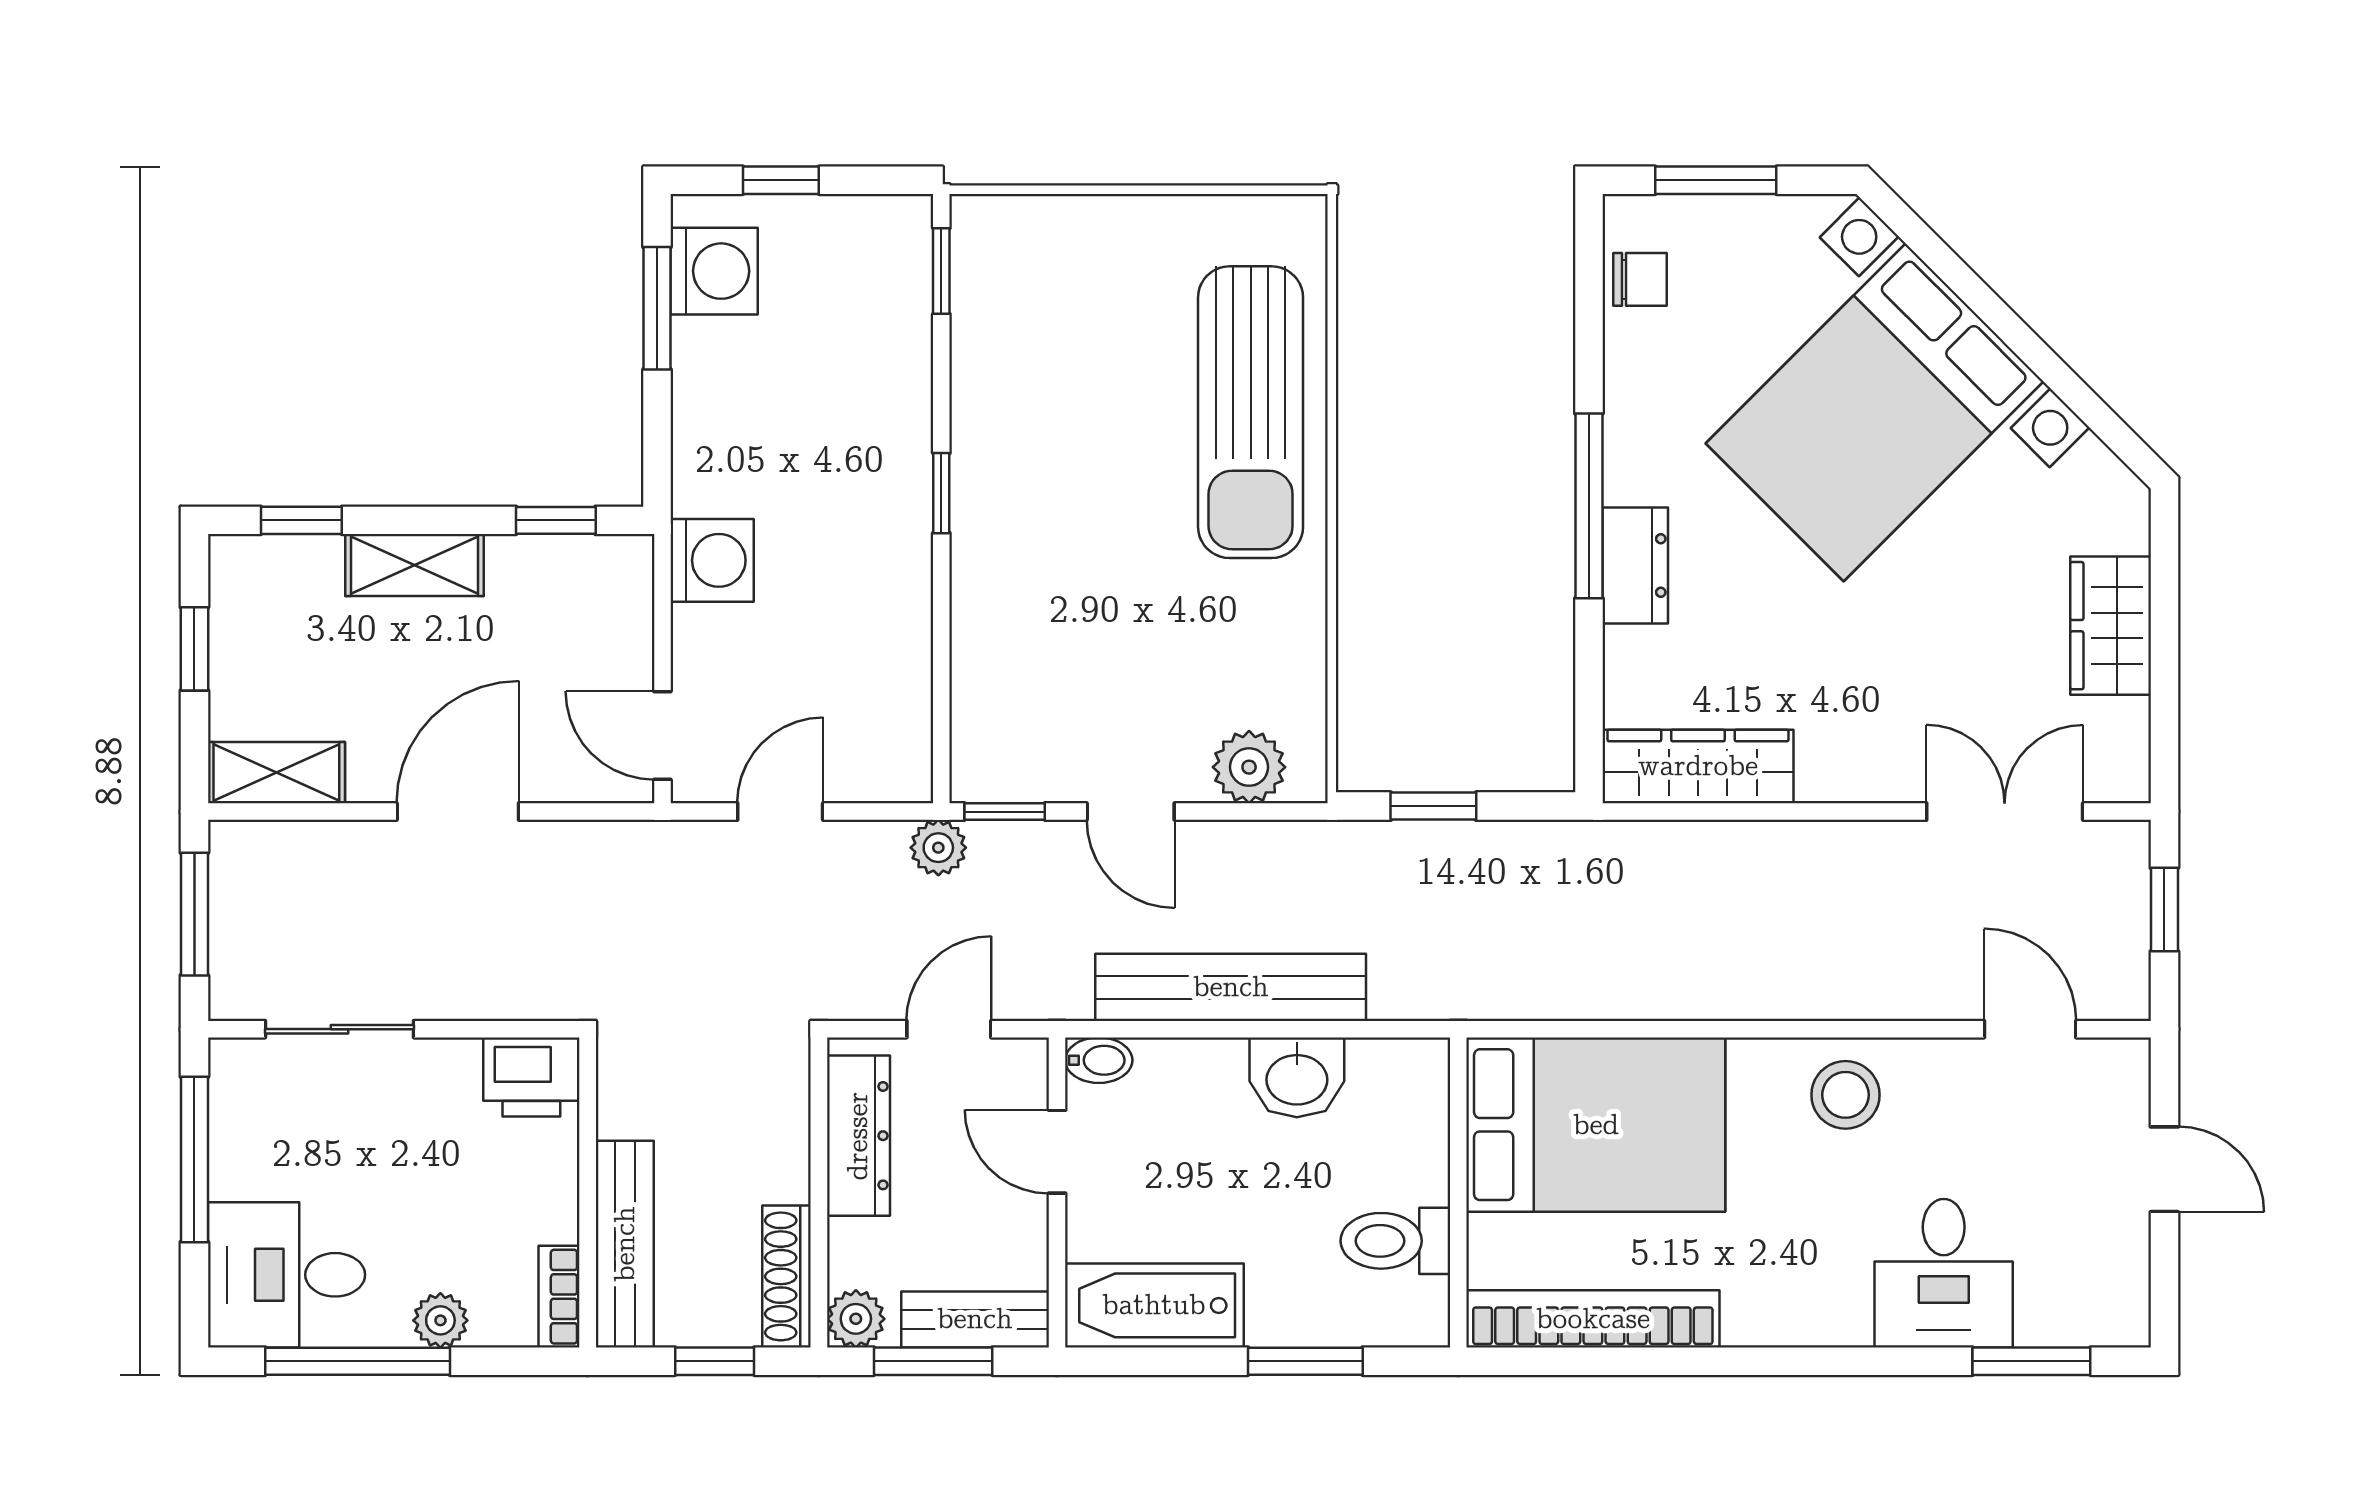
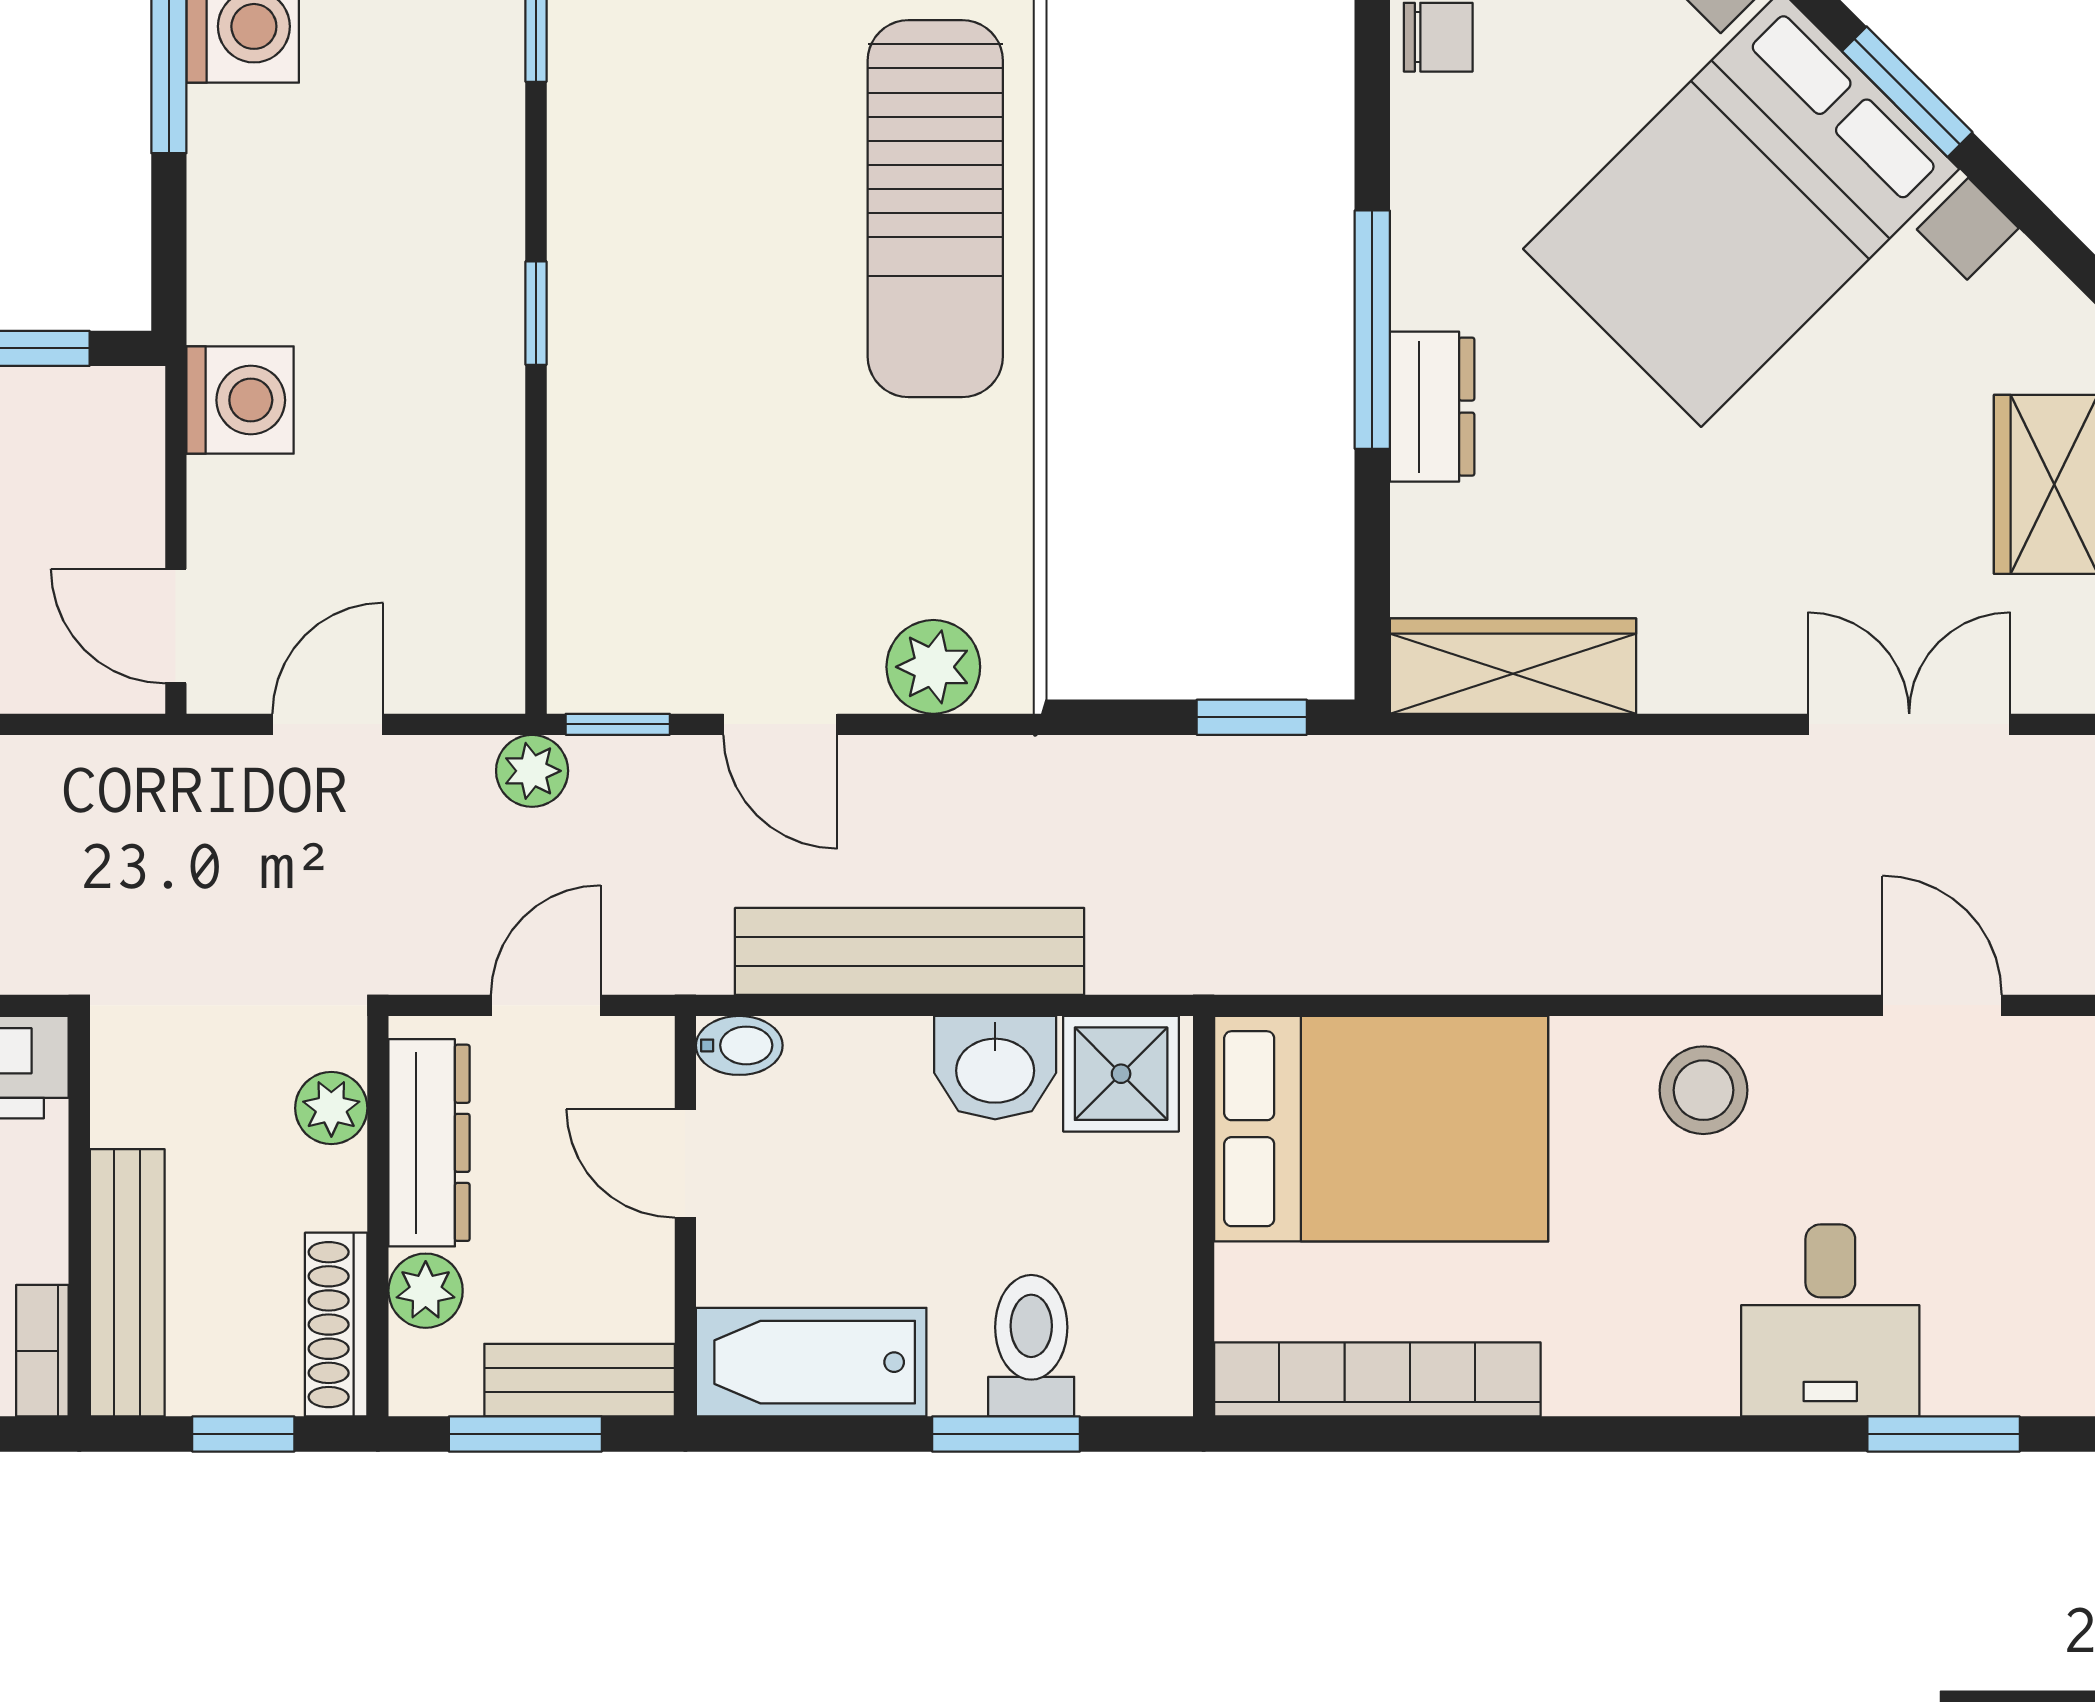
window: (2003, 322) -> (1907, 92), added
window: (1433, 806) -> (1252, 717), moved
shower: (1394, 1082) -> (1121, 1074), added
plant: (783, 1109) -> (331, 1108), added
toilet: (1395, 1241) -> (1031, 1346), moved, turned 90
plant: (856, 1319) -> (426, 1291), moved

